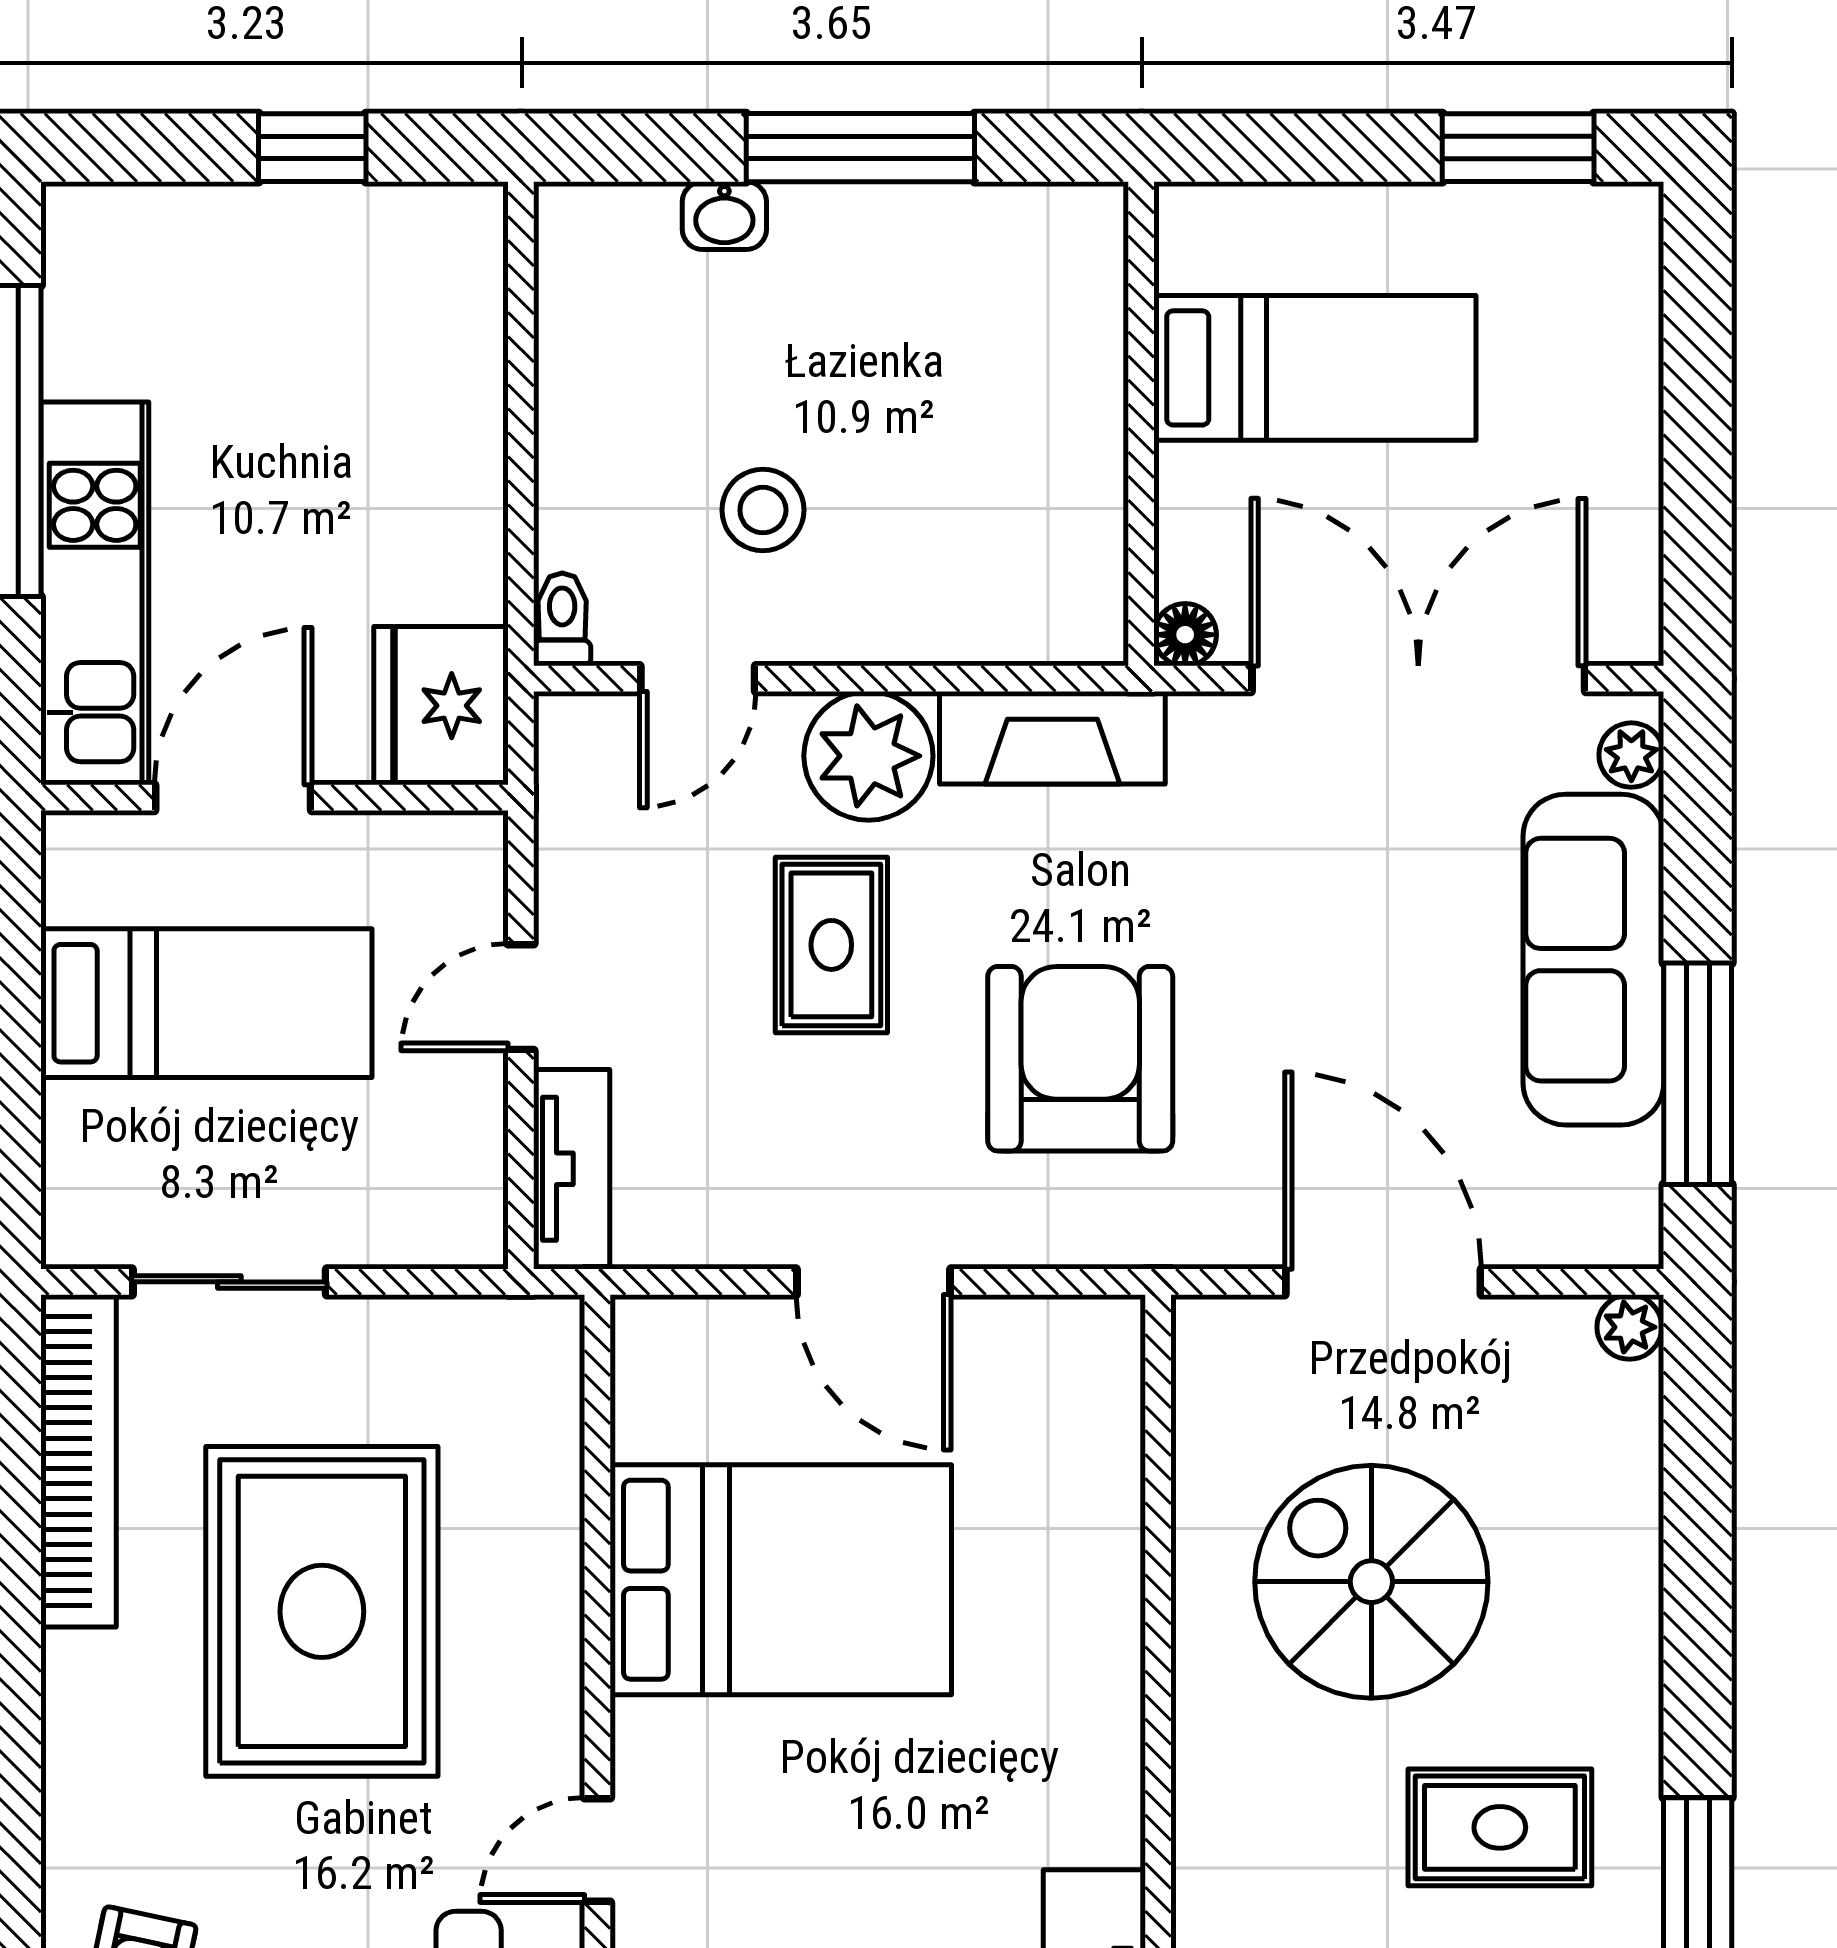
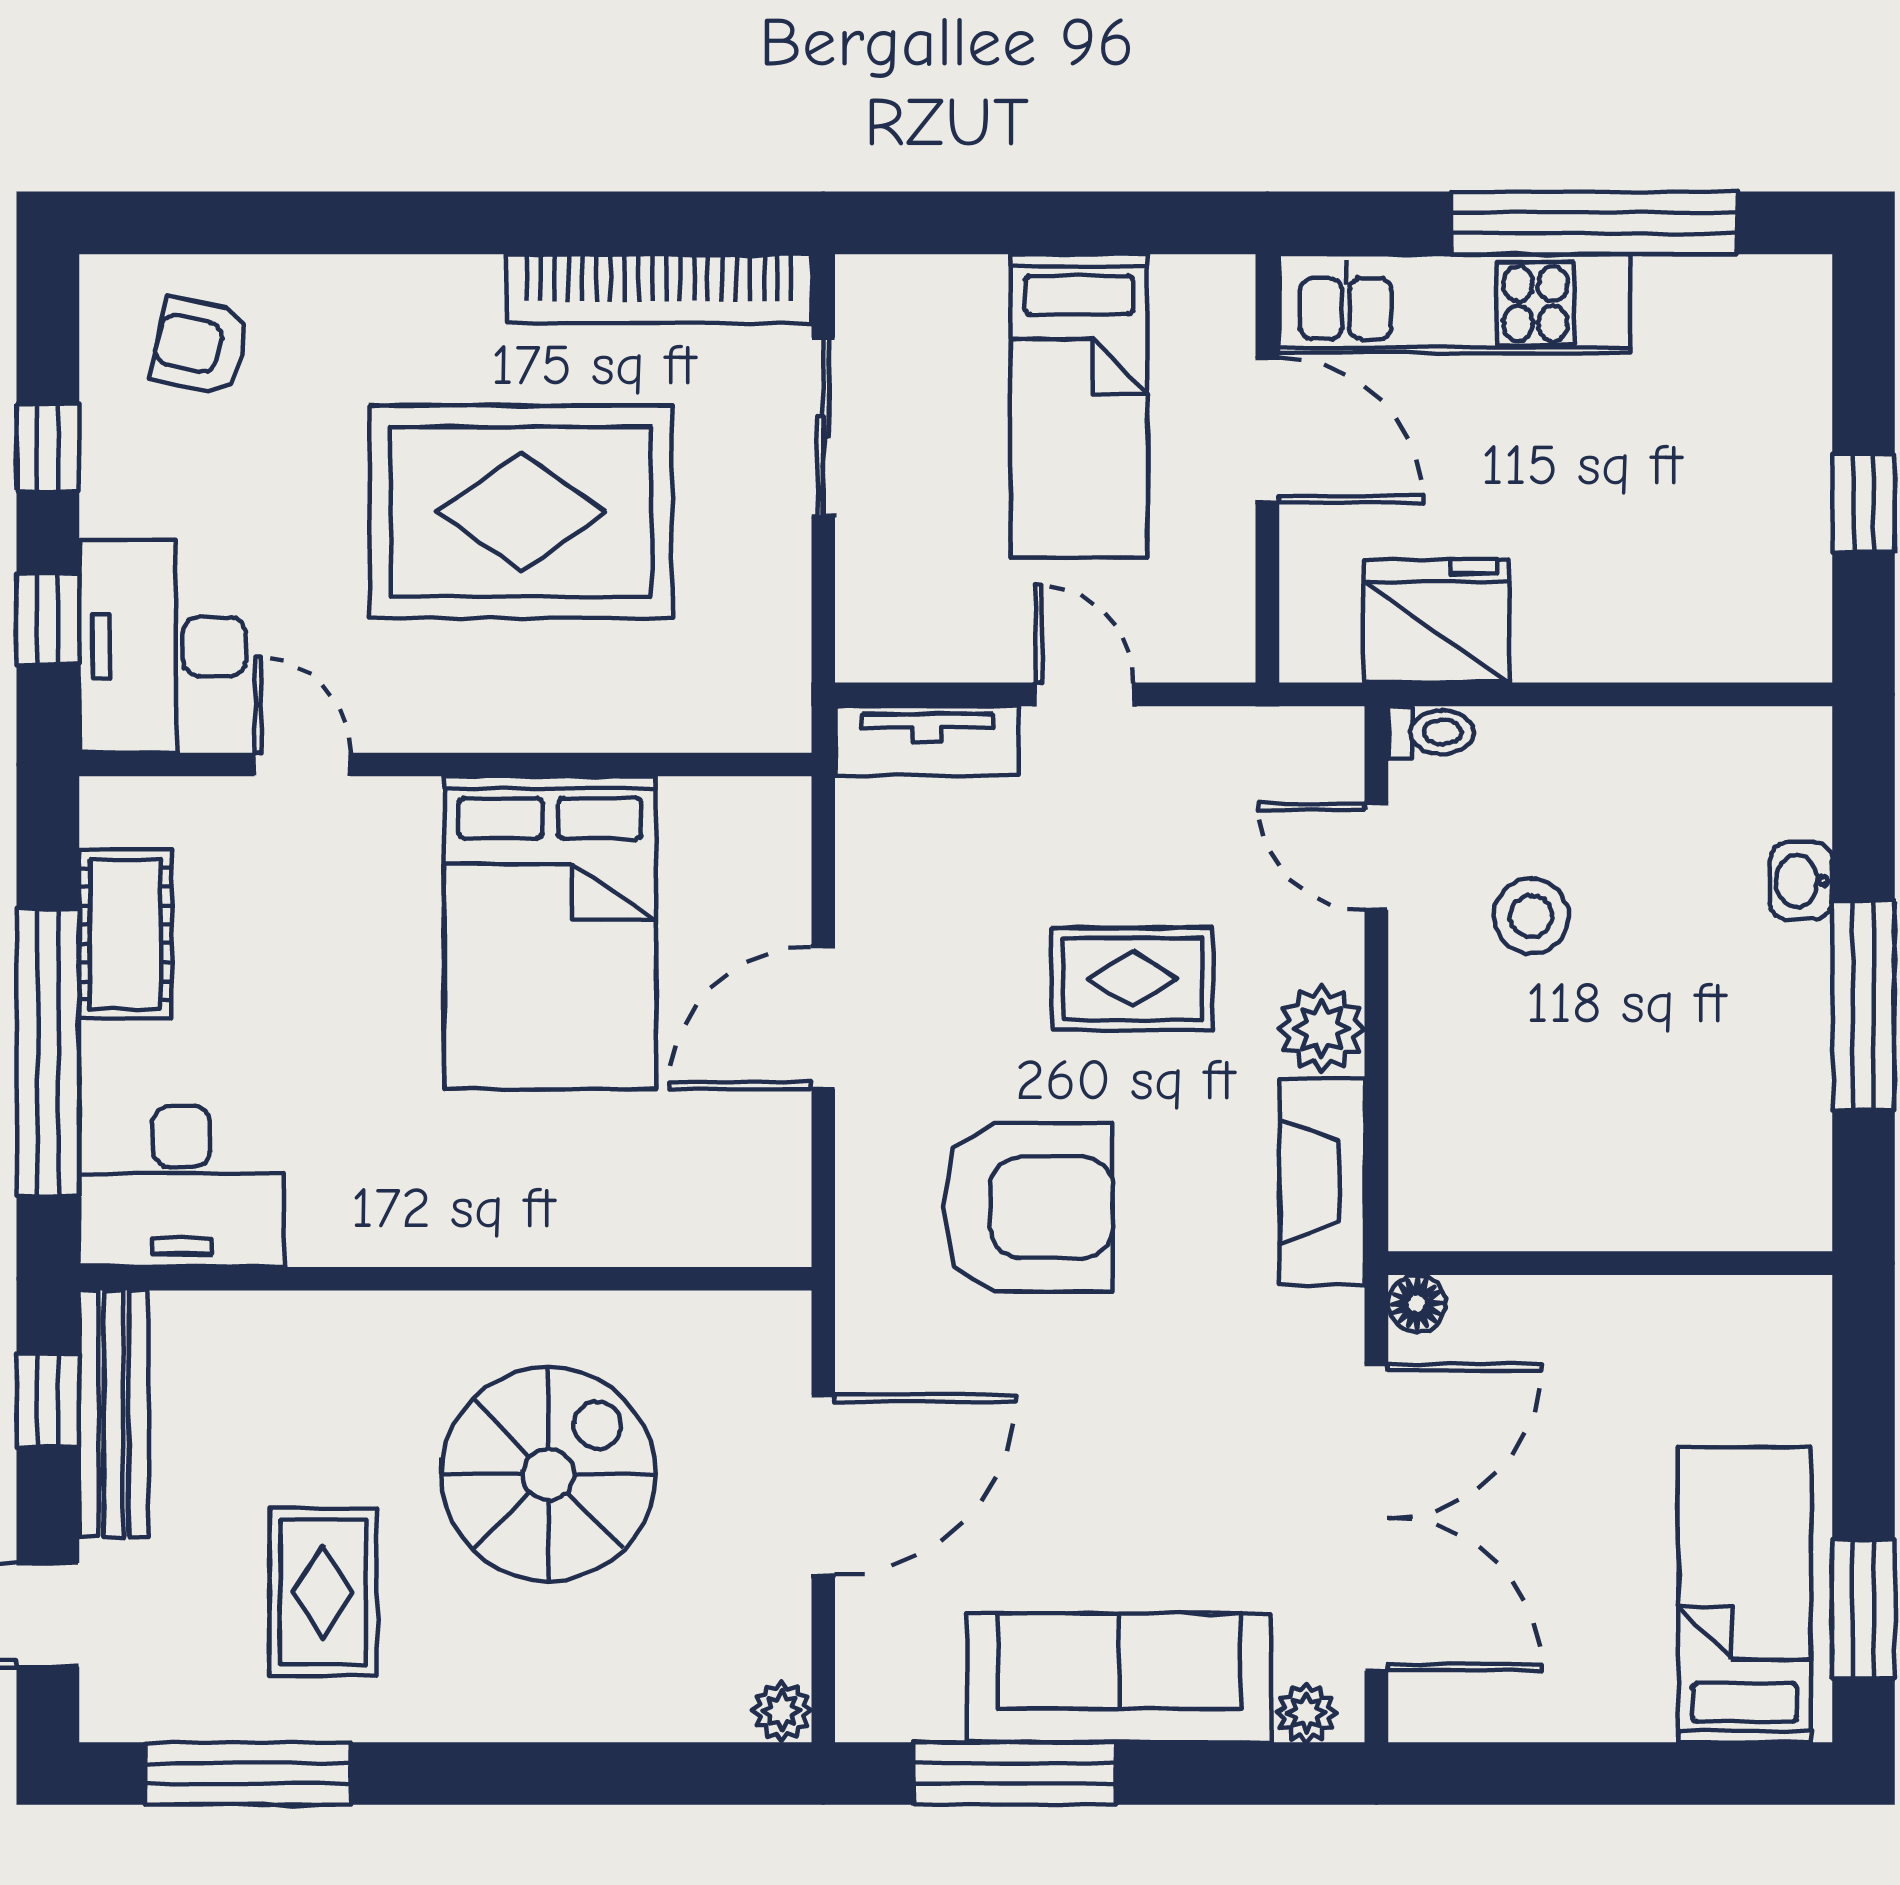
bed: (1315, 368) -> (1745, 1595), moved, turned 180
fridge: (441, 706) -> (1436, 621), moved
plant: (868, 756) -> (1321, 1029), width x0.73, depth x0.73

